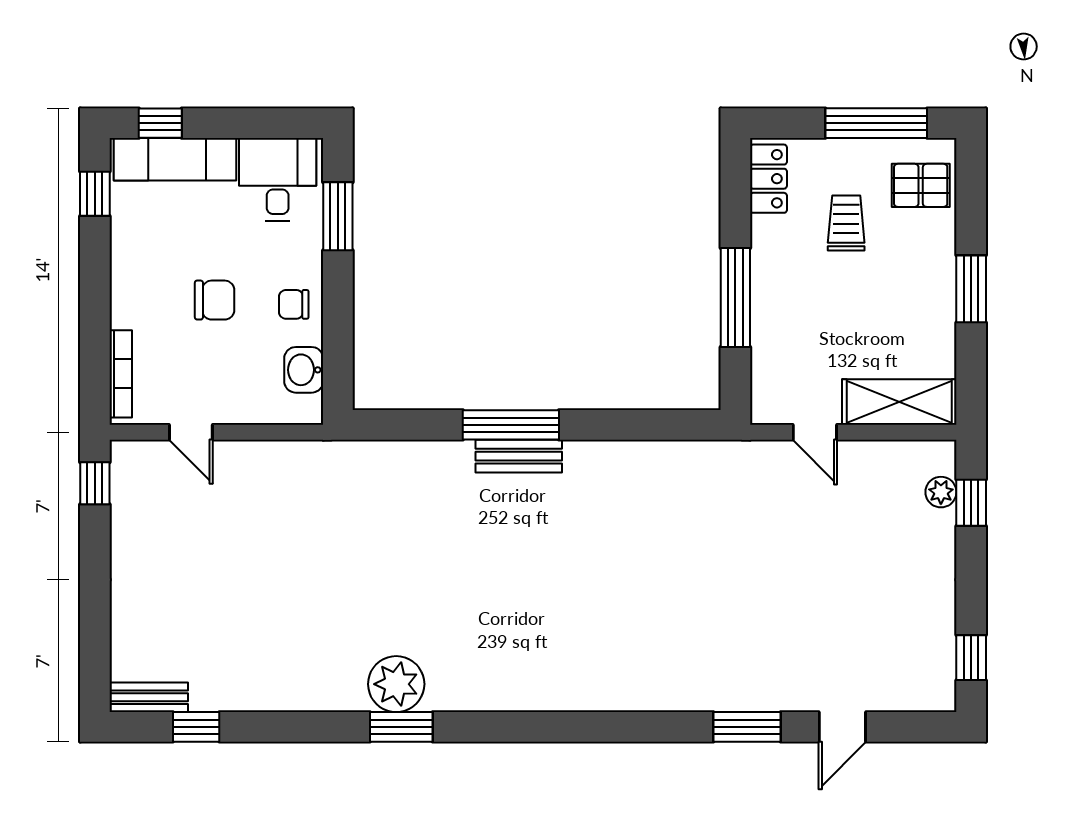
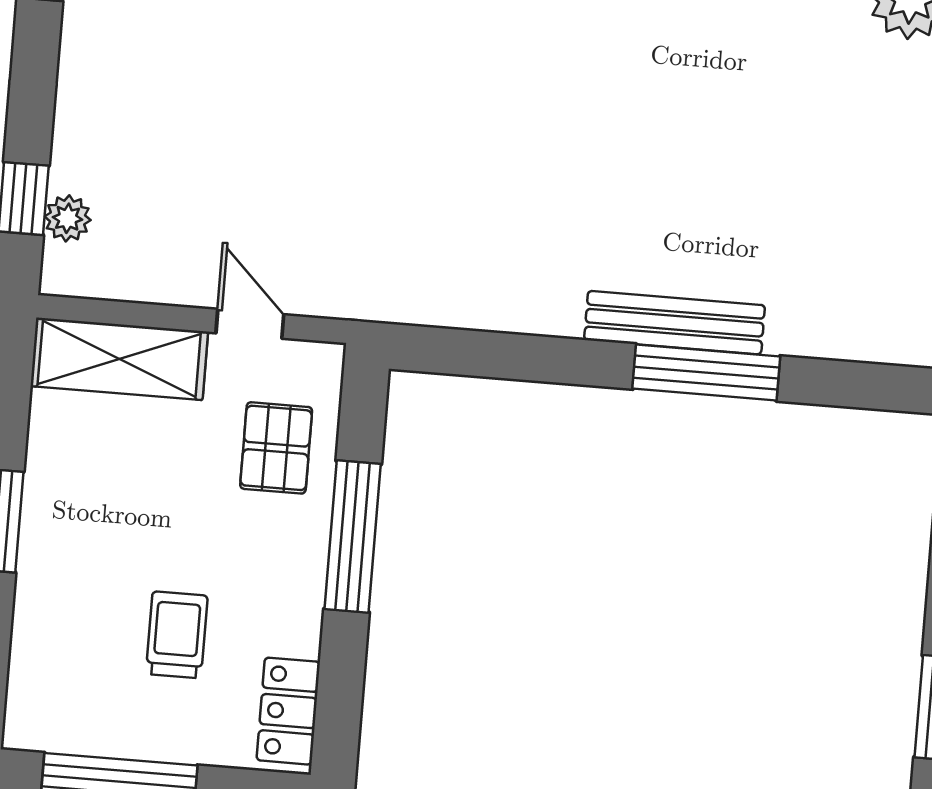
pallet: (921, 185) -> (276, 448), moved, turned 90
trolley: (846, 223) -> (177, 635), turned 180
bench: (519, 456) -> (675, 323), width x1.36

